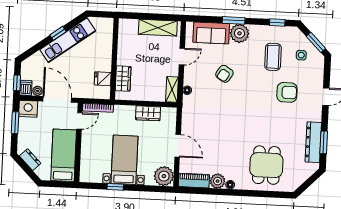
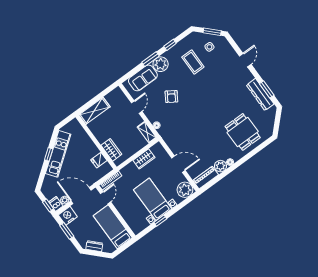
window: (277, 23) -> (170, 45), moved
shelving: (158, 28) -> (94, 111), moved
armchair: (287, 92) -> (219, 77), removed

